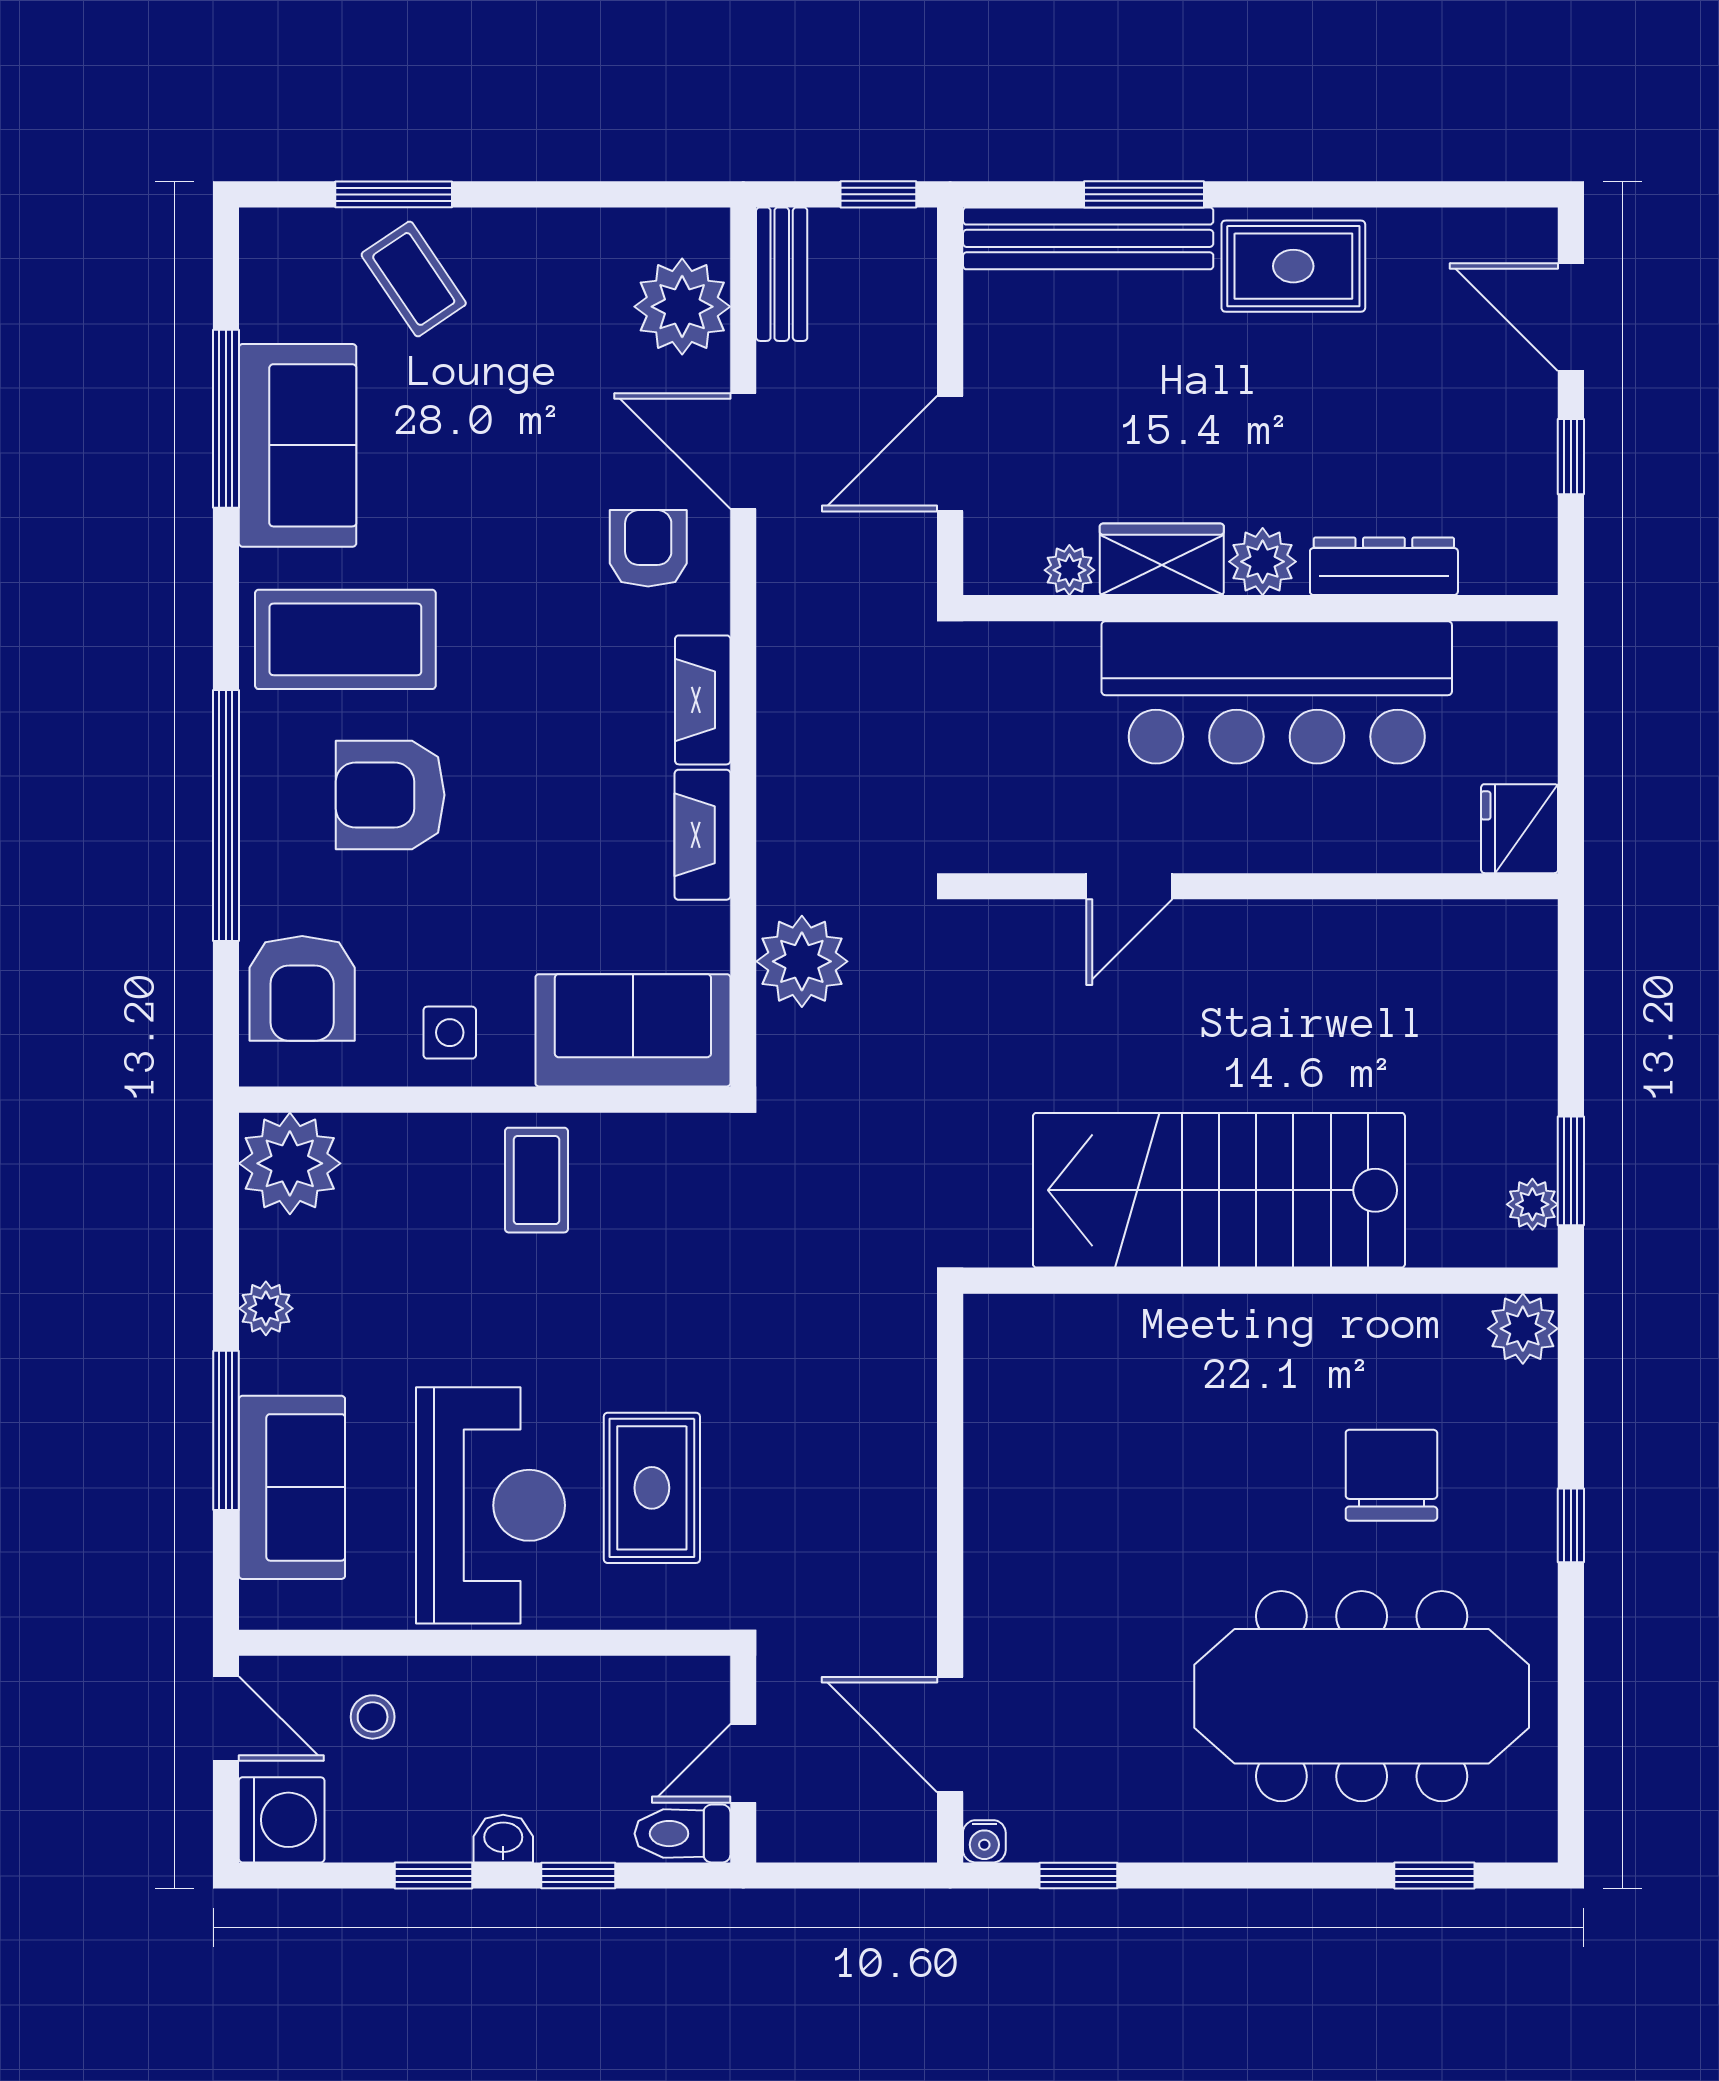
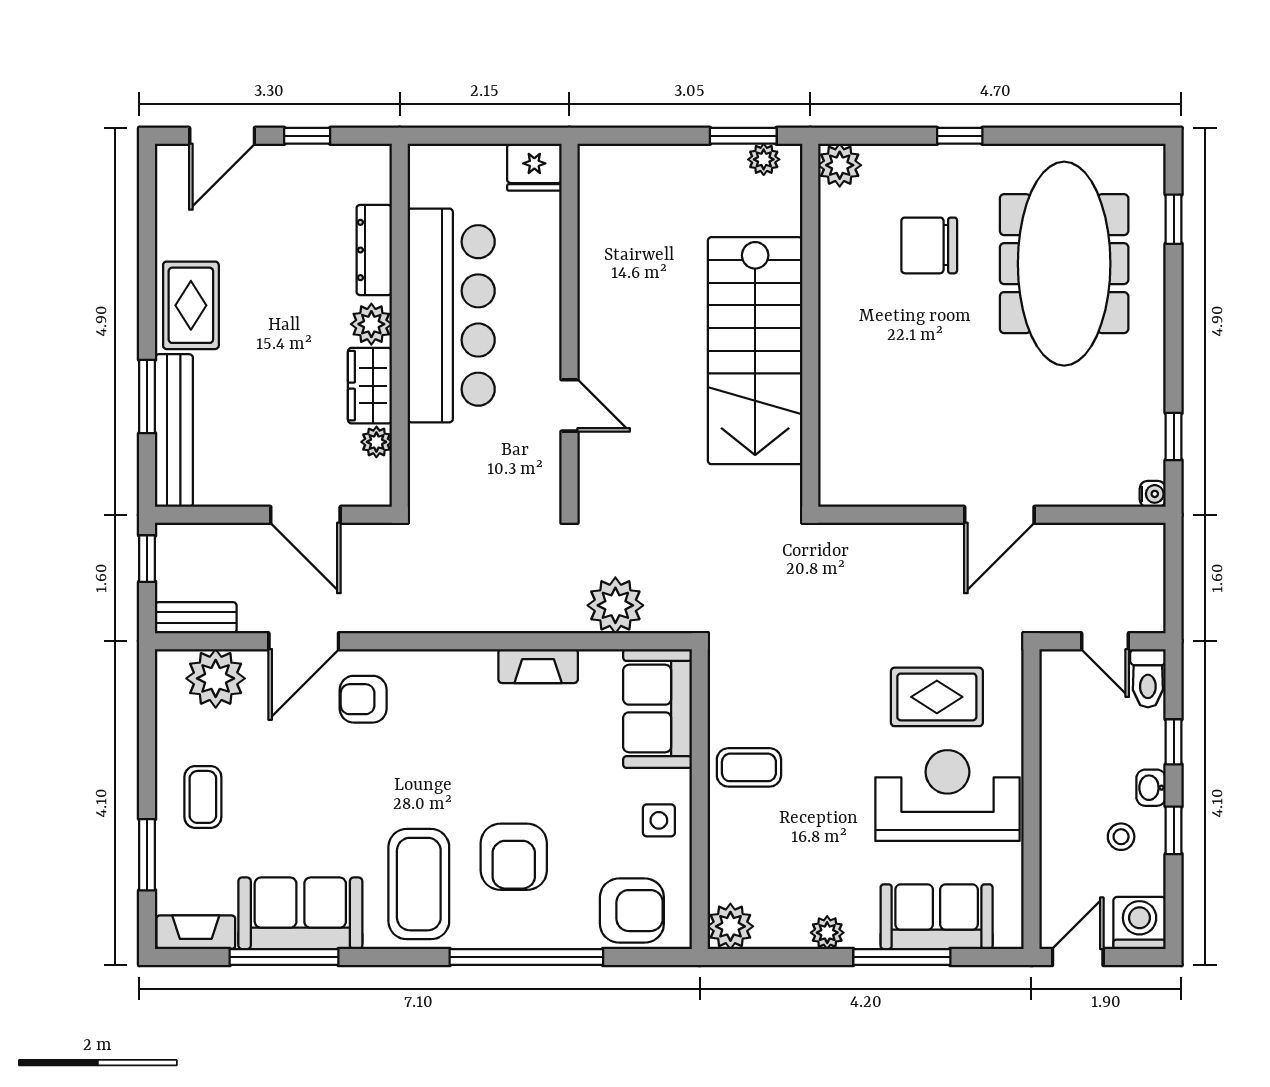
coffee table: (414, 279) -> (203, 797), moved, turned -56
fireplace: (703, 700) -> (196, 932), moved, turned 180
plant: (290, 1163) -> (730, 926), width x0.73, depth x0.73
stool: (373, 1717) -> (1121, 837), moved
door: (950, 1735) -> (999, 515), moved

